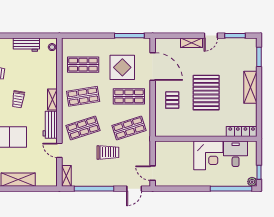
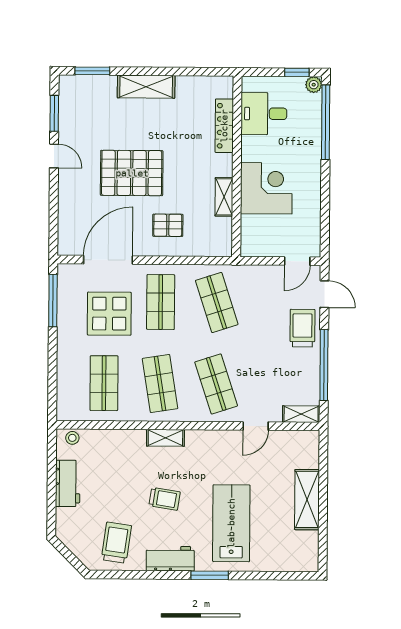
shelving: (191, 43) -> (224, 197), moved
pallet: (206, 93) -> (132, 173), moved
workbench: (50, 125) -> (210, 442), removed
locker: (242, 131) -> (224, 126), moved
trolley: (108, 152) -> (302, 328), moved
corner desk: (208, 155) -> (266, 188), moved

